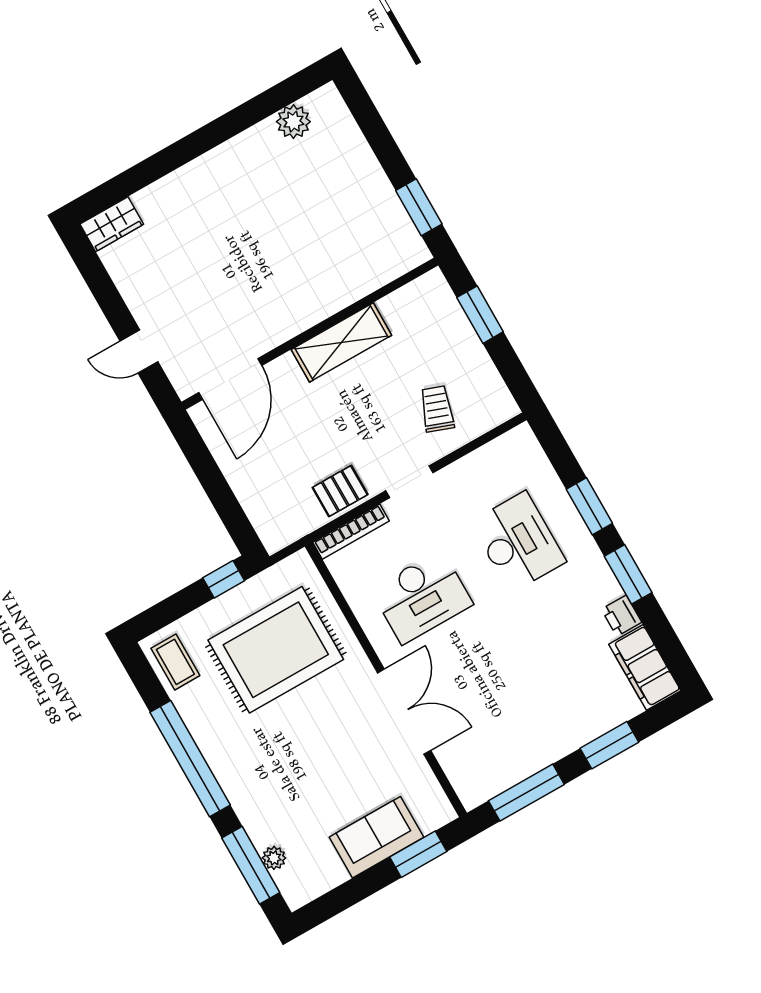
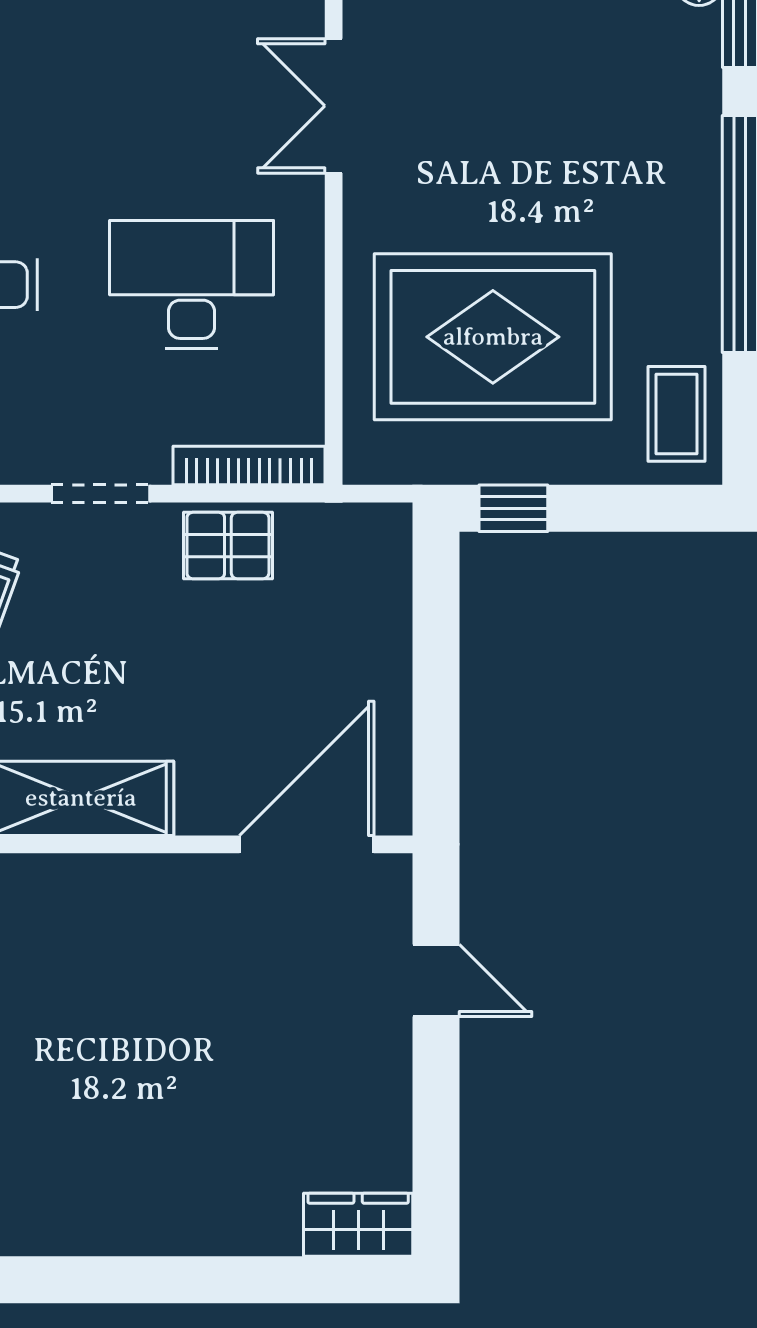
double door: (404, 712) -> (334, 106), width x0.73

